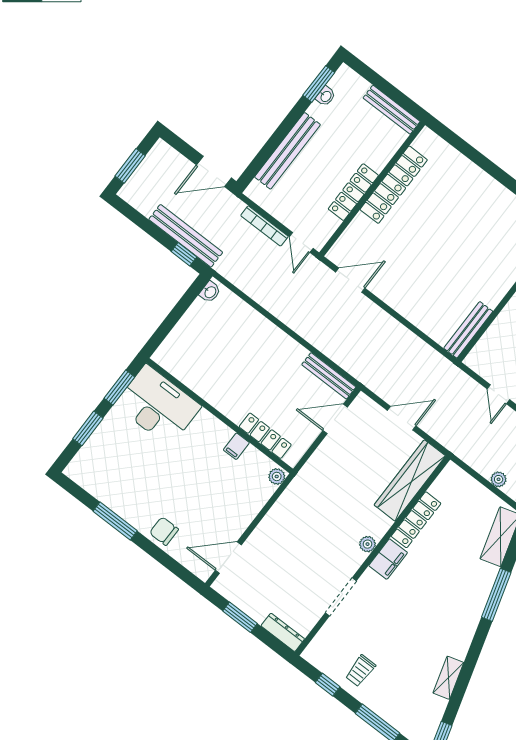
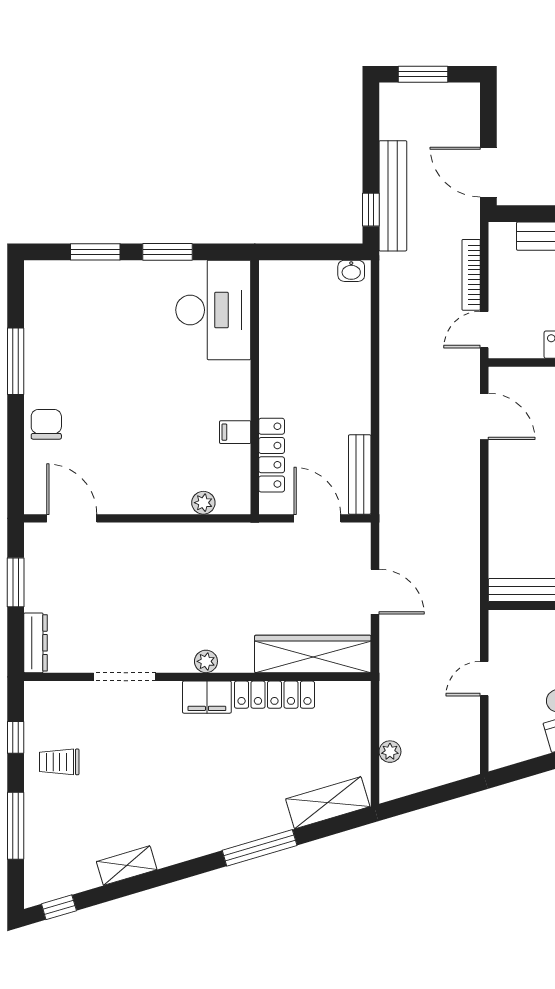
desk: (158, 406) -> (213, 310), moved
wall: (219, 416) -> (255, 387), moved
locker: (265, 436) -> (272, 455), moved
filing cabinet: (236, 446) -> (235, 432), moved

